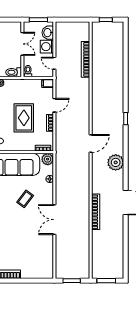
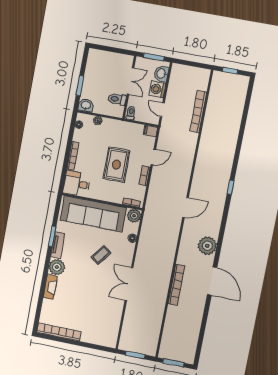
toilet: (14, 72) -> (117, 99), moved
plant: (116, 162) -> (207, 246), moved

